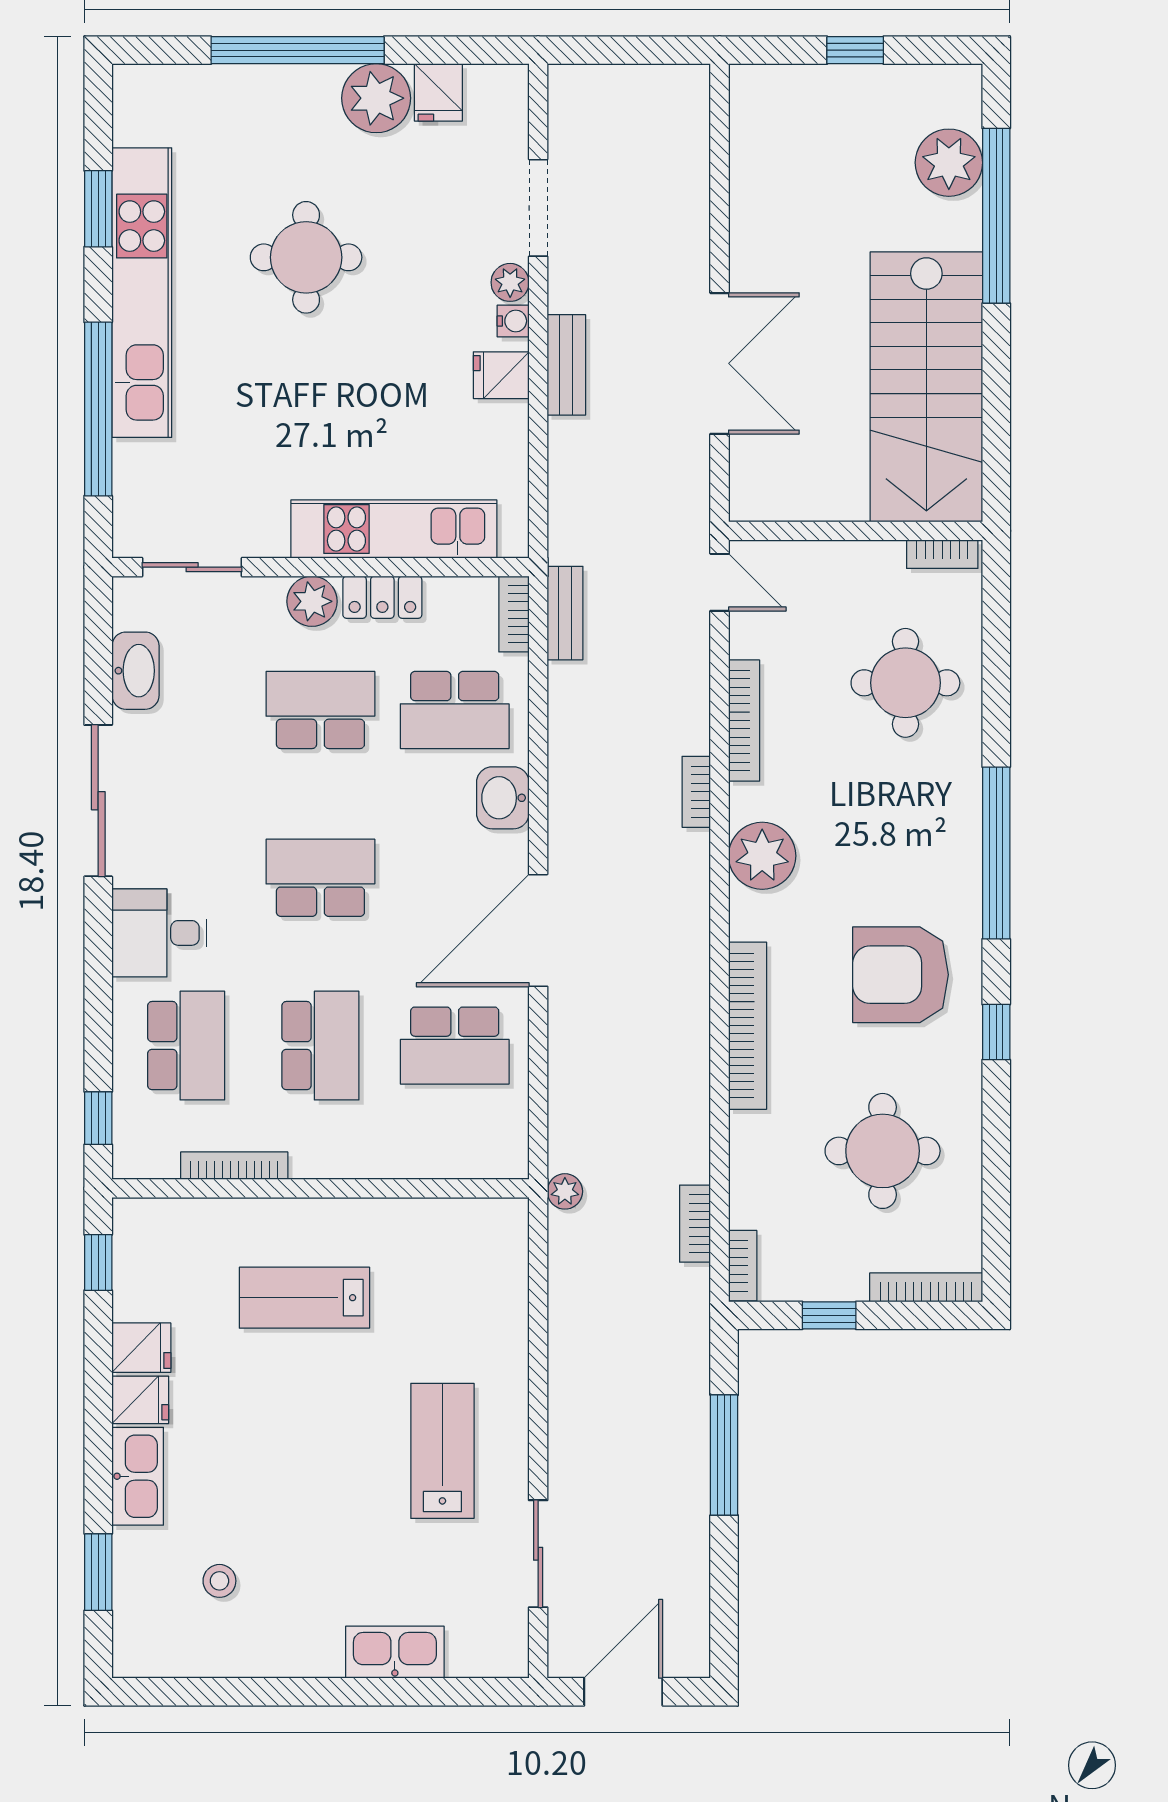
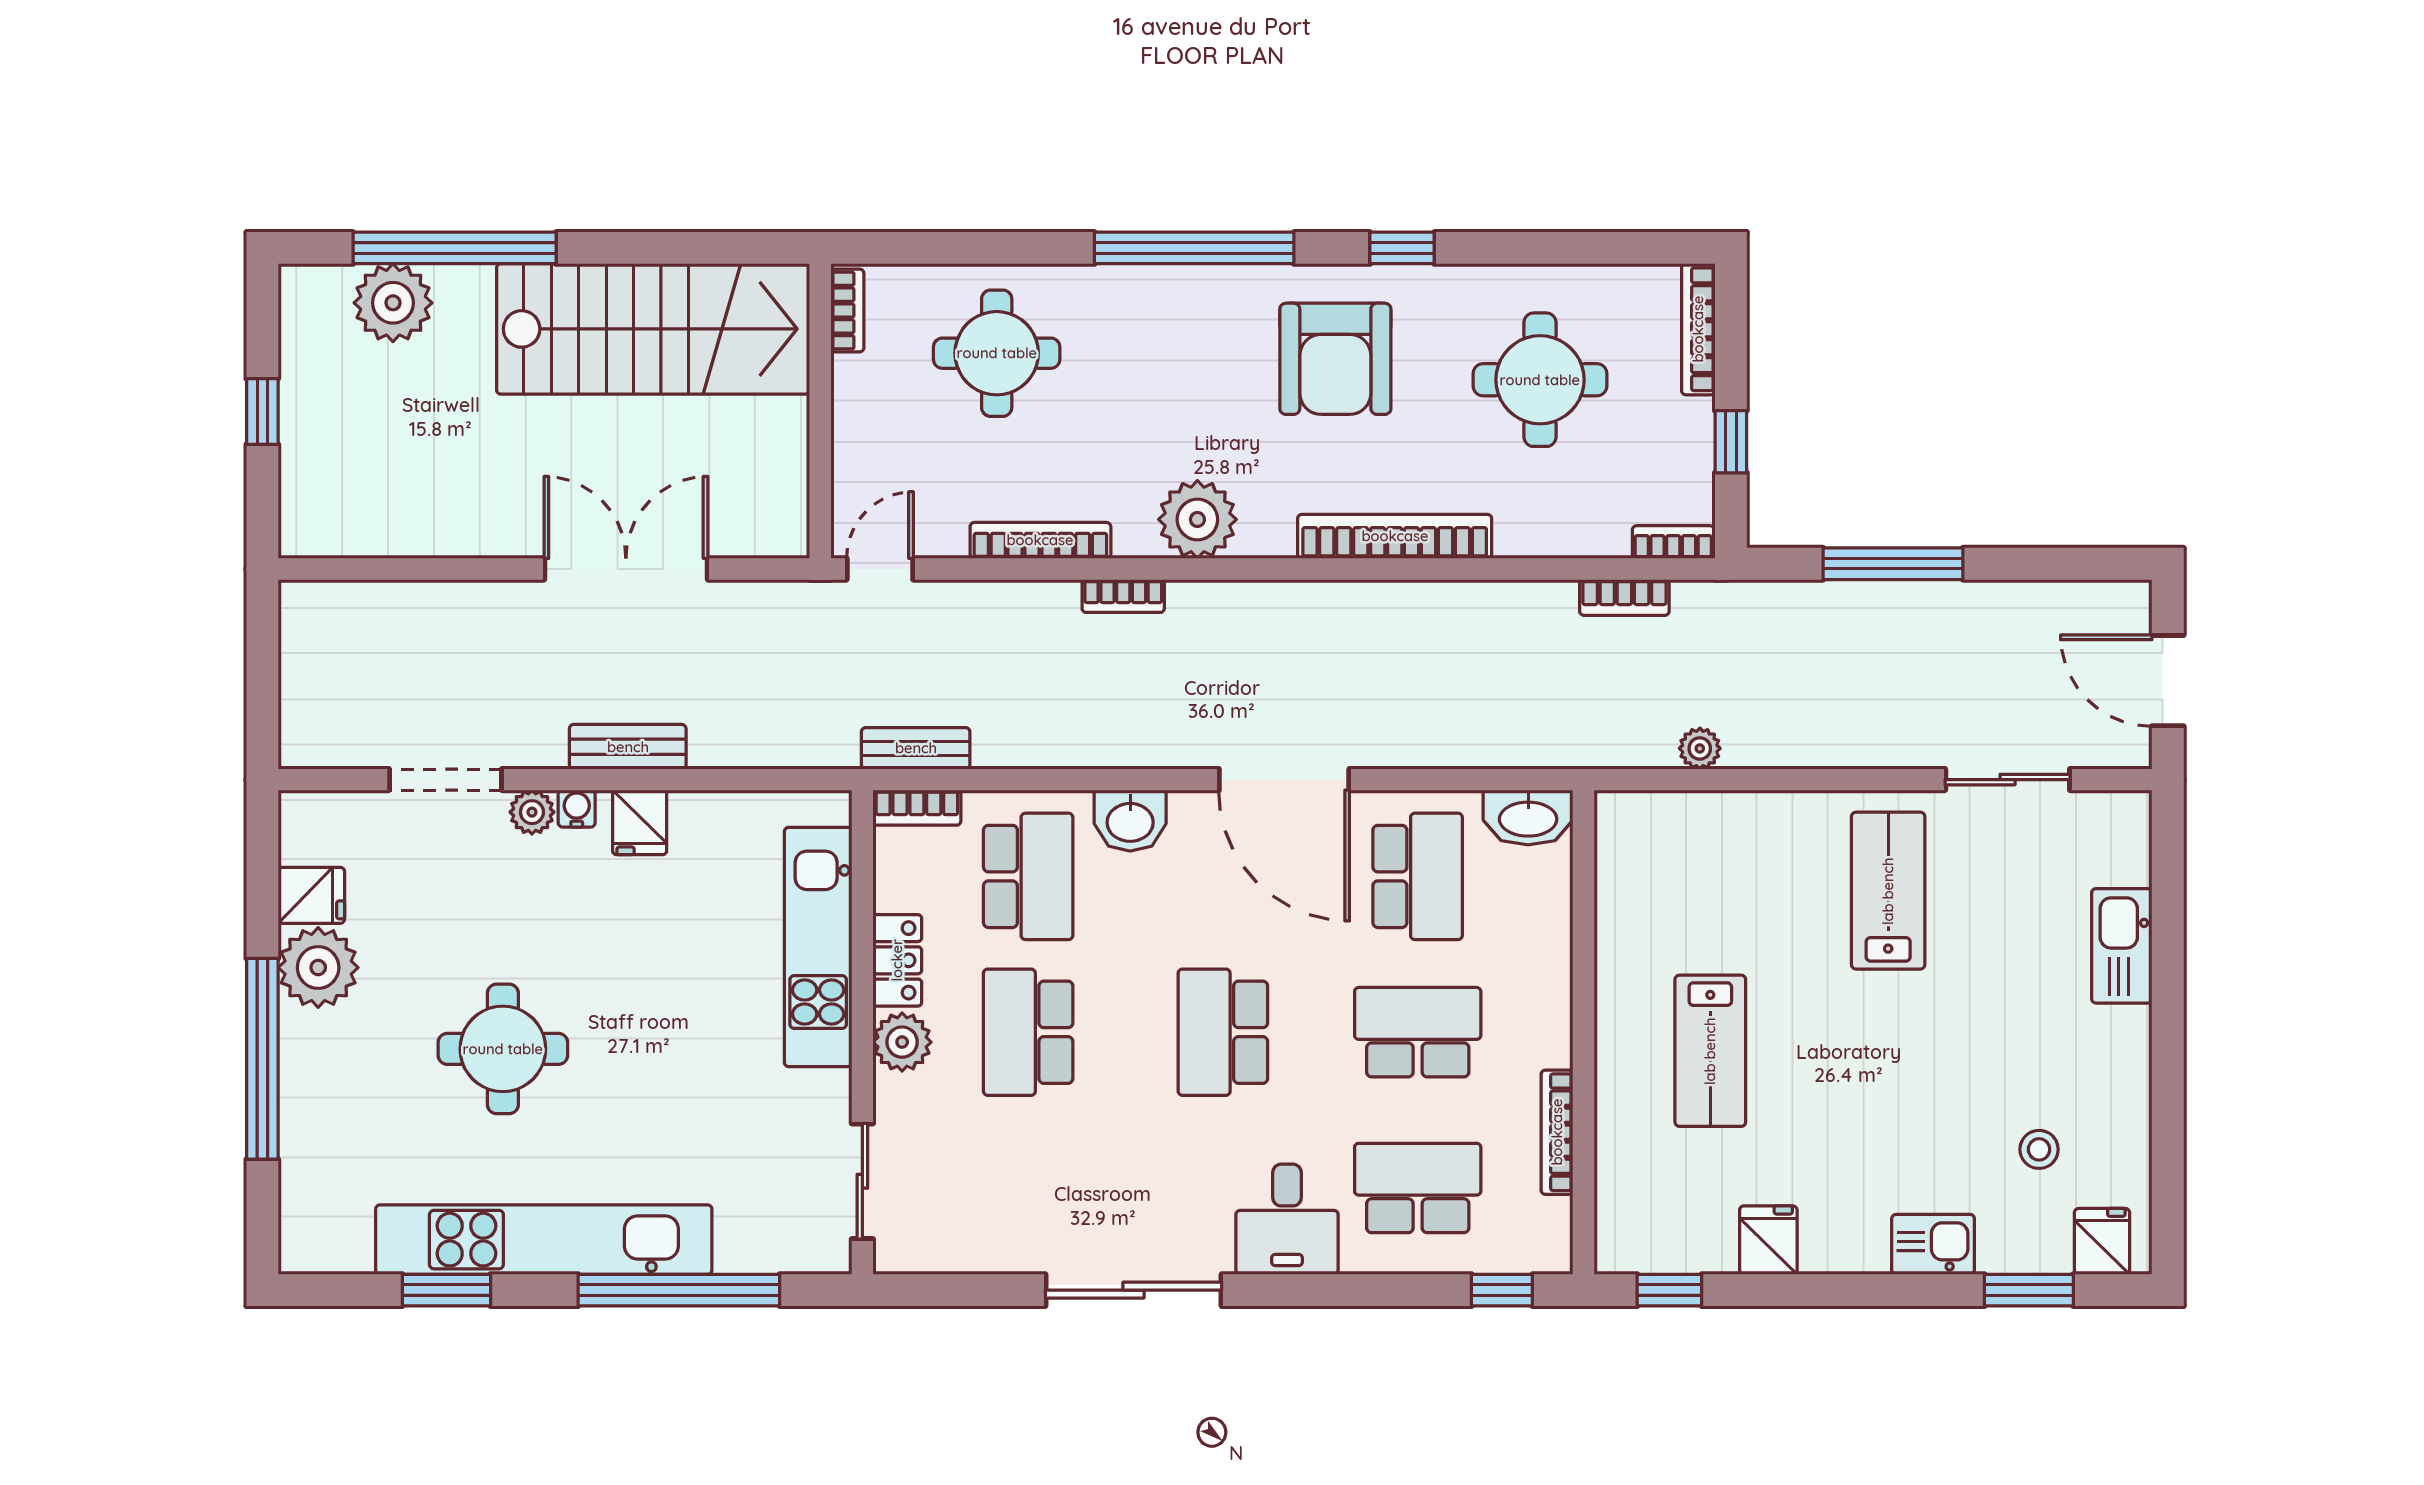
washbasin: (135, 671) -> (1528, 817), moved, turned 180
plant: (565, 1191) -> (1700, 748), moved
fridge: (140, 1400) -> (2102, 1241), moved
lab bench: (442, 1451) -> (1888, 891), turned 90
kitchen sink: (138, 1476) -> (1933, 1244), width x0.73

